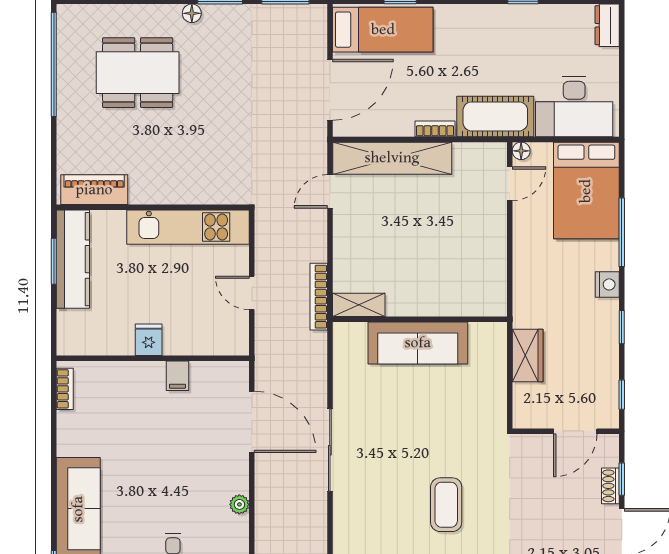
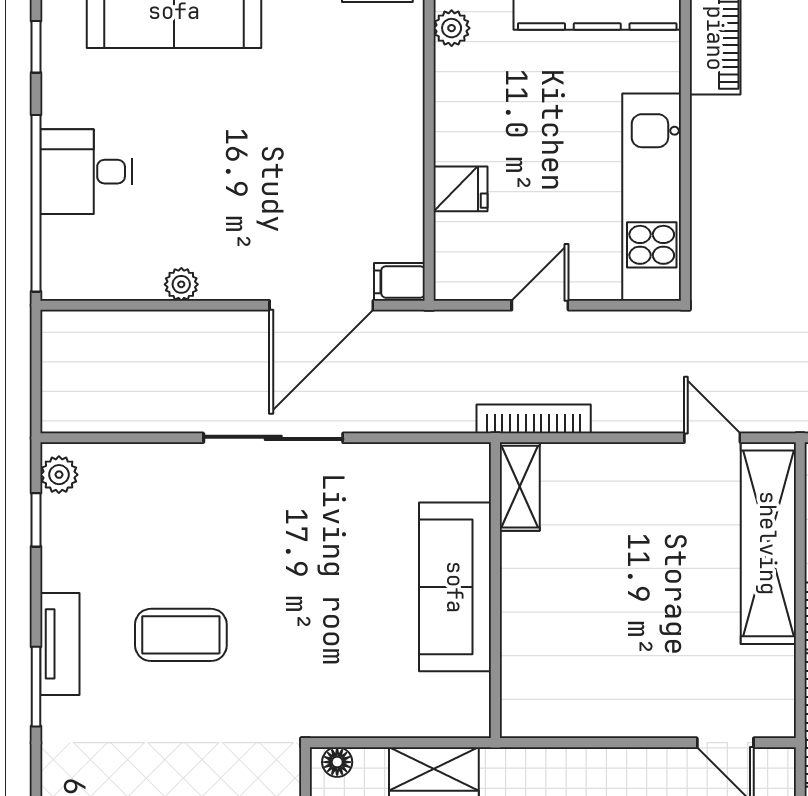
floor lamp: (521, 151) -> (337, 762), moved
fridge: (149, 340) -> (460, 189), moved
plant: (88, 345) -> (452, 28), added
filing cabinet: (177, 376) -> (399, 282), moved

